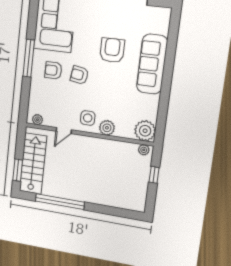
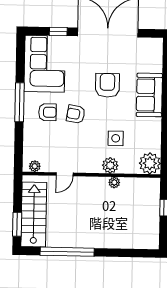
sofa: (152, 64) -> (149, 95), width x0.73
armchair: (53, 70) -> (47, 112), turned 180
side table: (88, 118) -> (116, 138), moved
plant: (144, 150) -> (114, 182), moved

